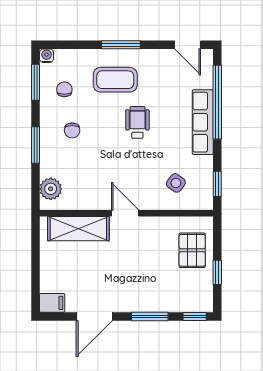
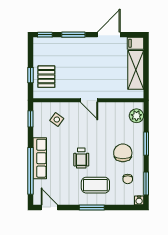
chair: (72, 130) -> (123, 153), width x1.87, depth x1.87
shelving: (78, 229) -> (136, 70), moved, turned 90
window: (217, 272) -> (30, 75), moved

